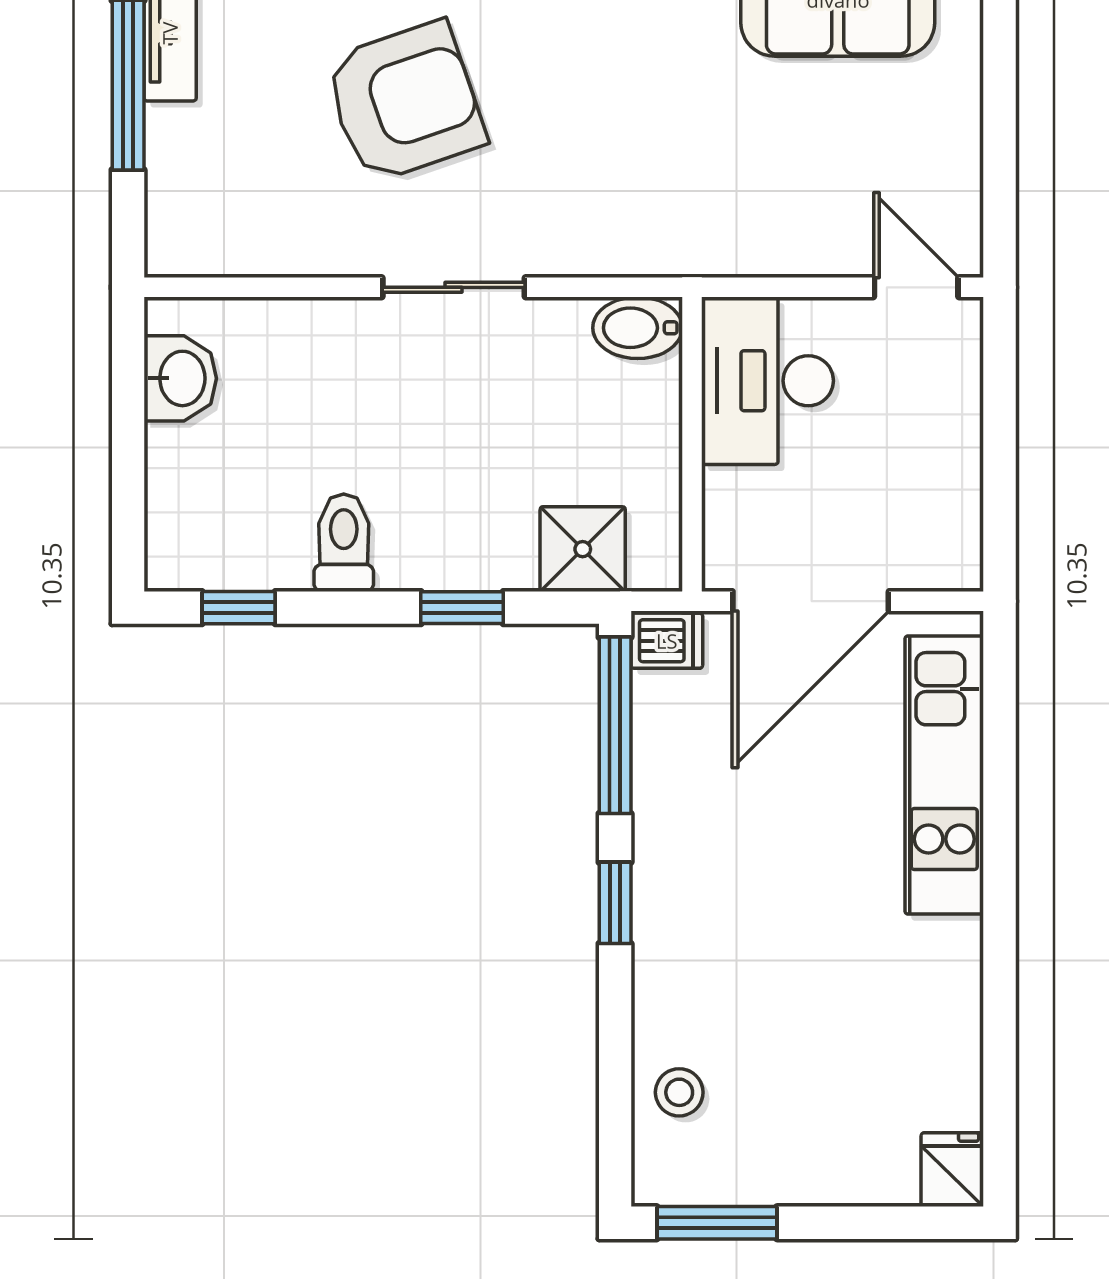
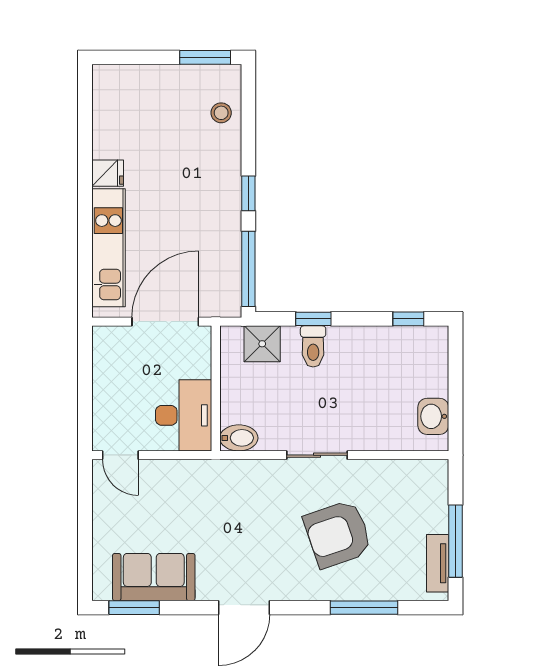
toilet: (344, 543) -> (313, 346), moved
dishwasher: (667, 641) -> (226, 305), removed
fridge: (952, 1170) -> (108, 173), moved, turned -90

